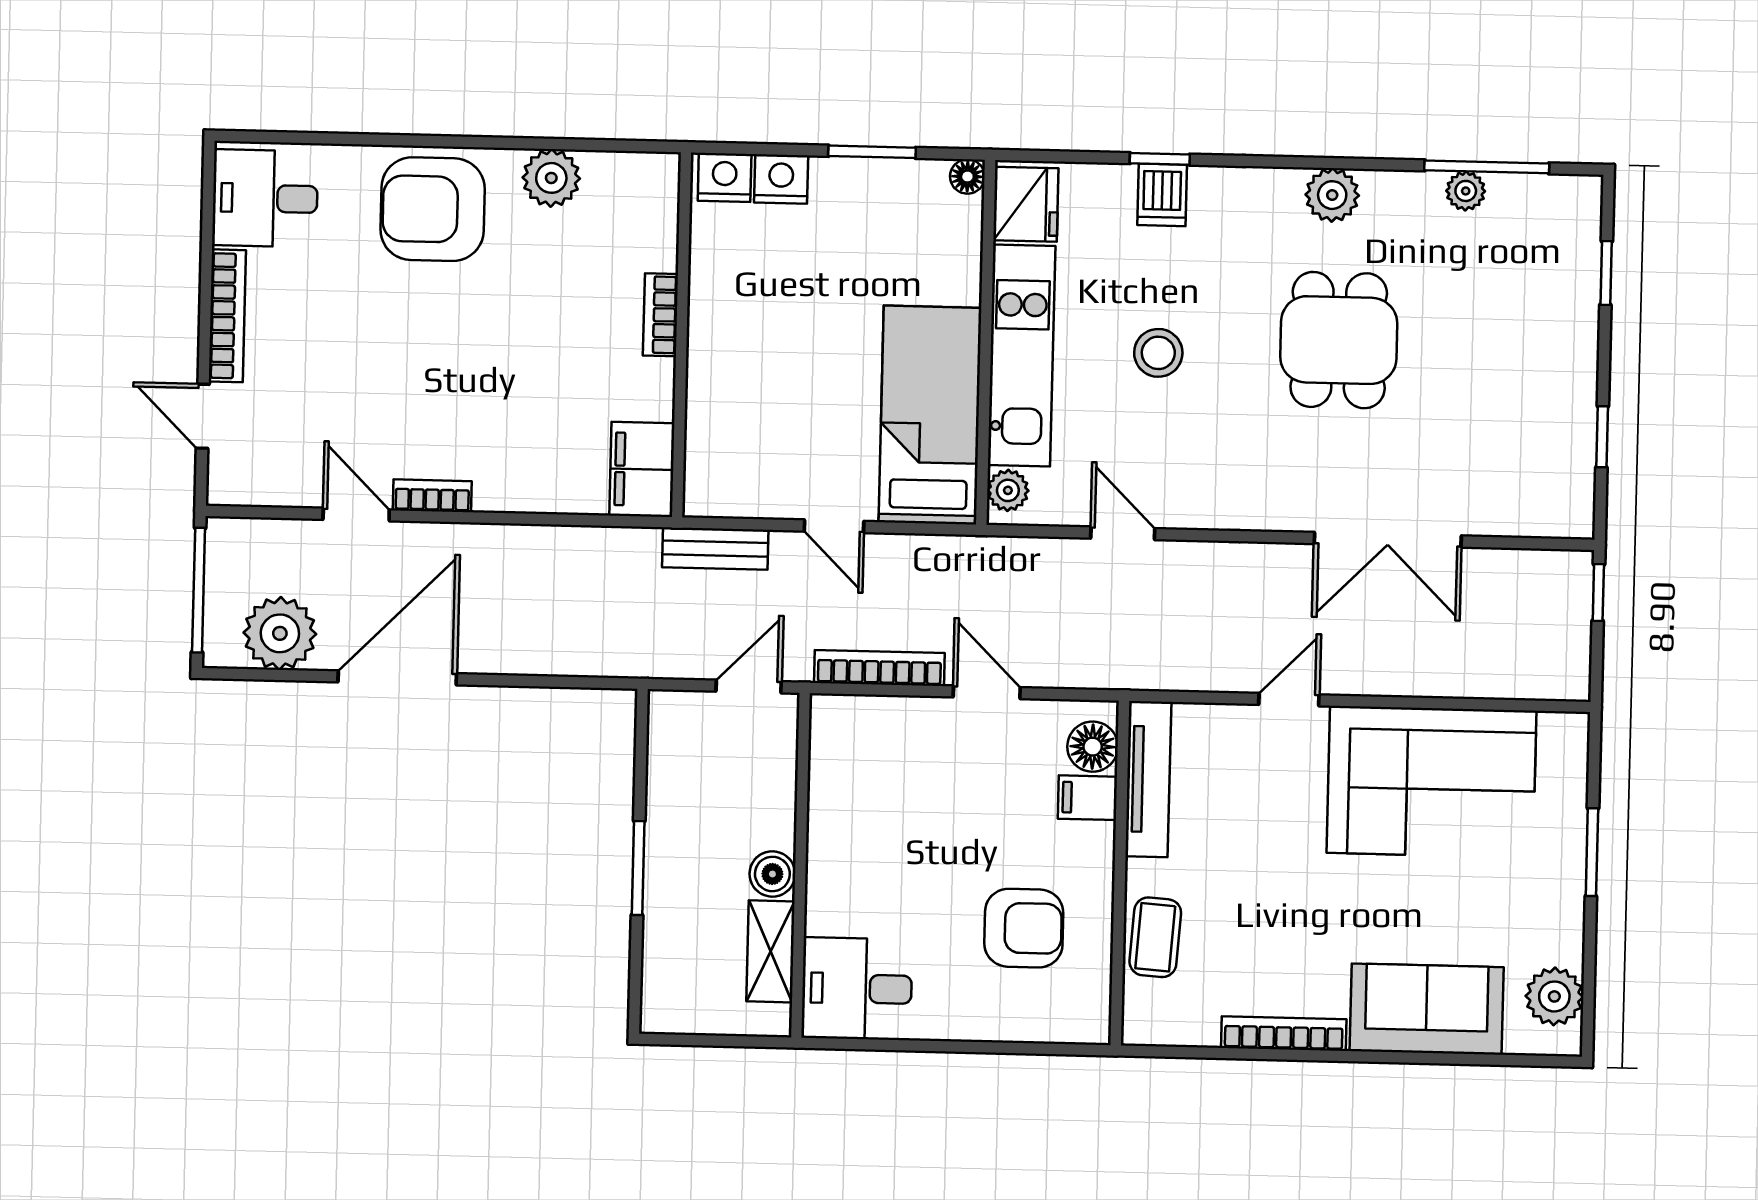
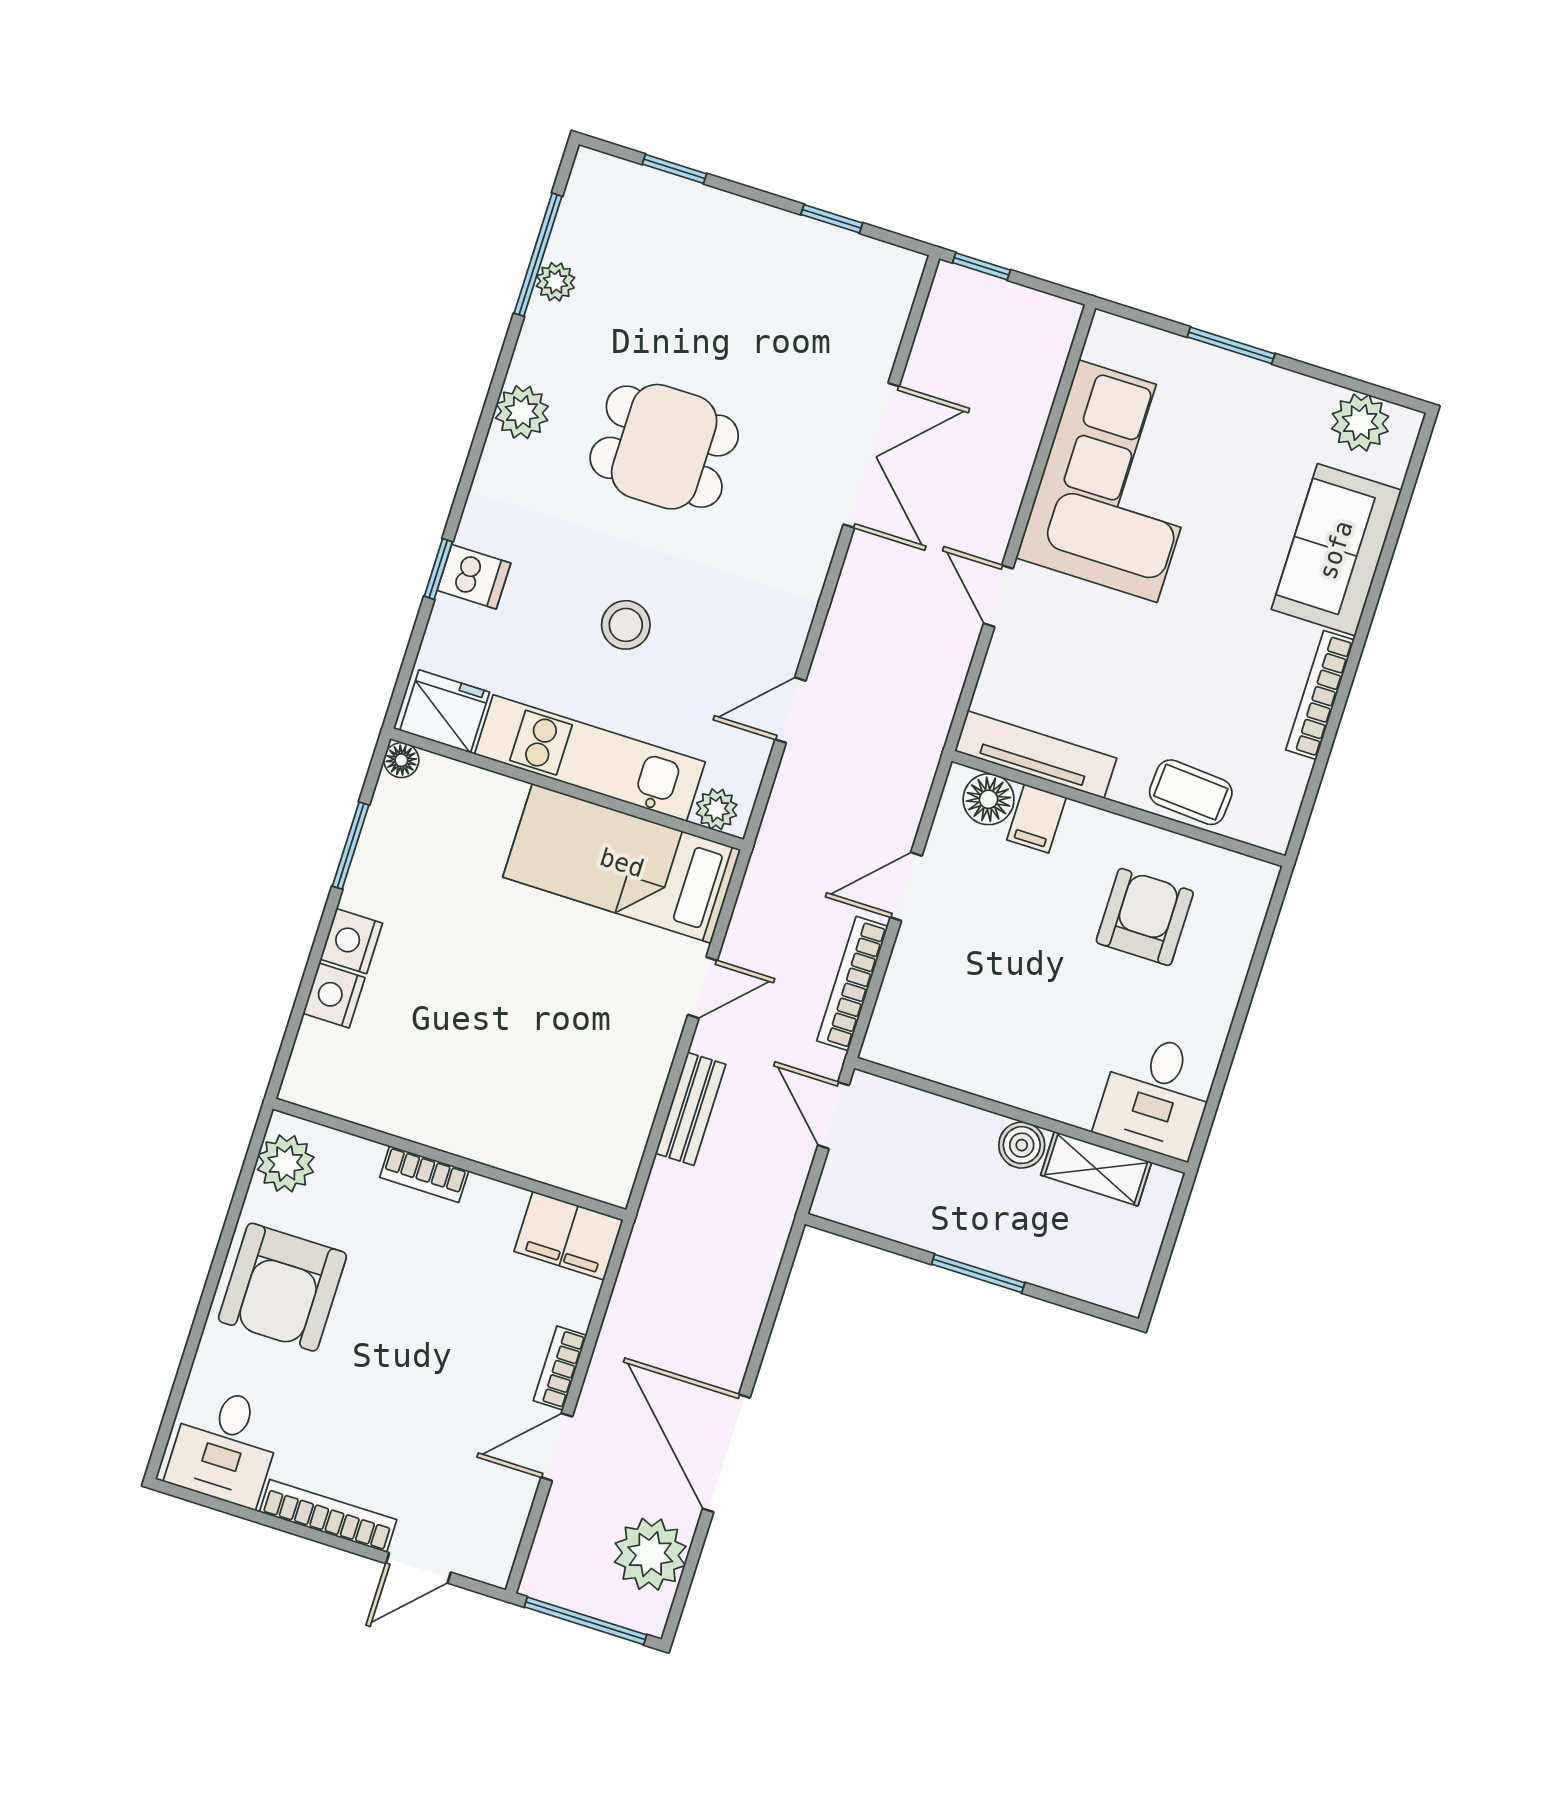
bookcase: (660, 315) -> (424, 1174), moved
wall: (682, 335) -> (450, 1159), moved
filing cabinet: (642, 469) -> (569, 1236), moved

